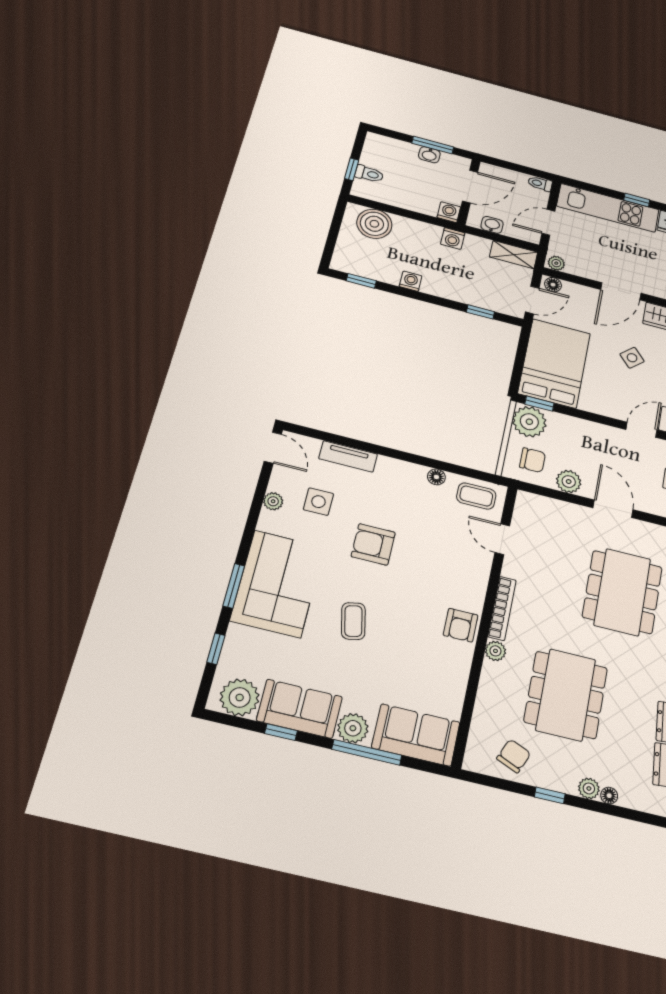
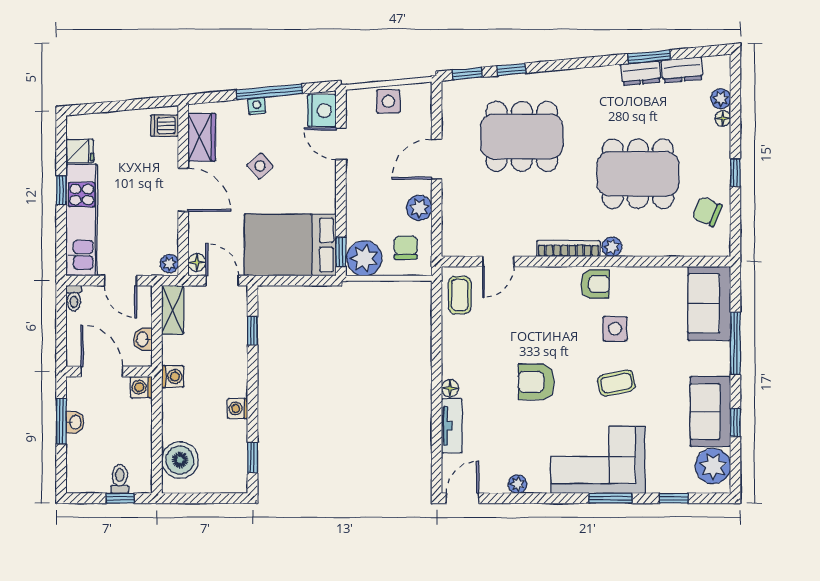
floor lamp: (436, 477) -> (450, 388), moved
side table: (318, 502) -> (615, 329), moved
armchair: (373, 544) -> (536, 382), turned 90
plant: (353, 728) -> (717, 361), removed
plant: (589, 788) -> (721, 99), moved

